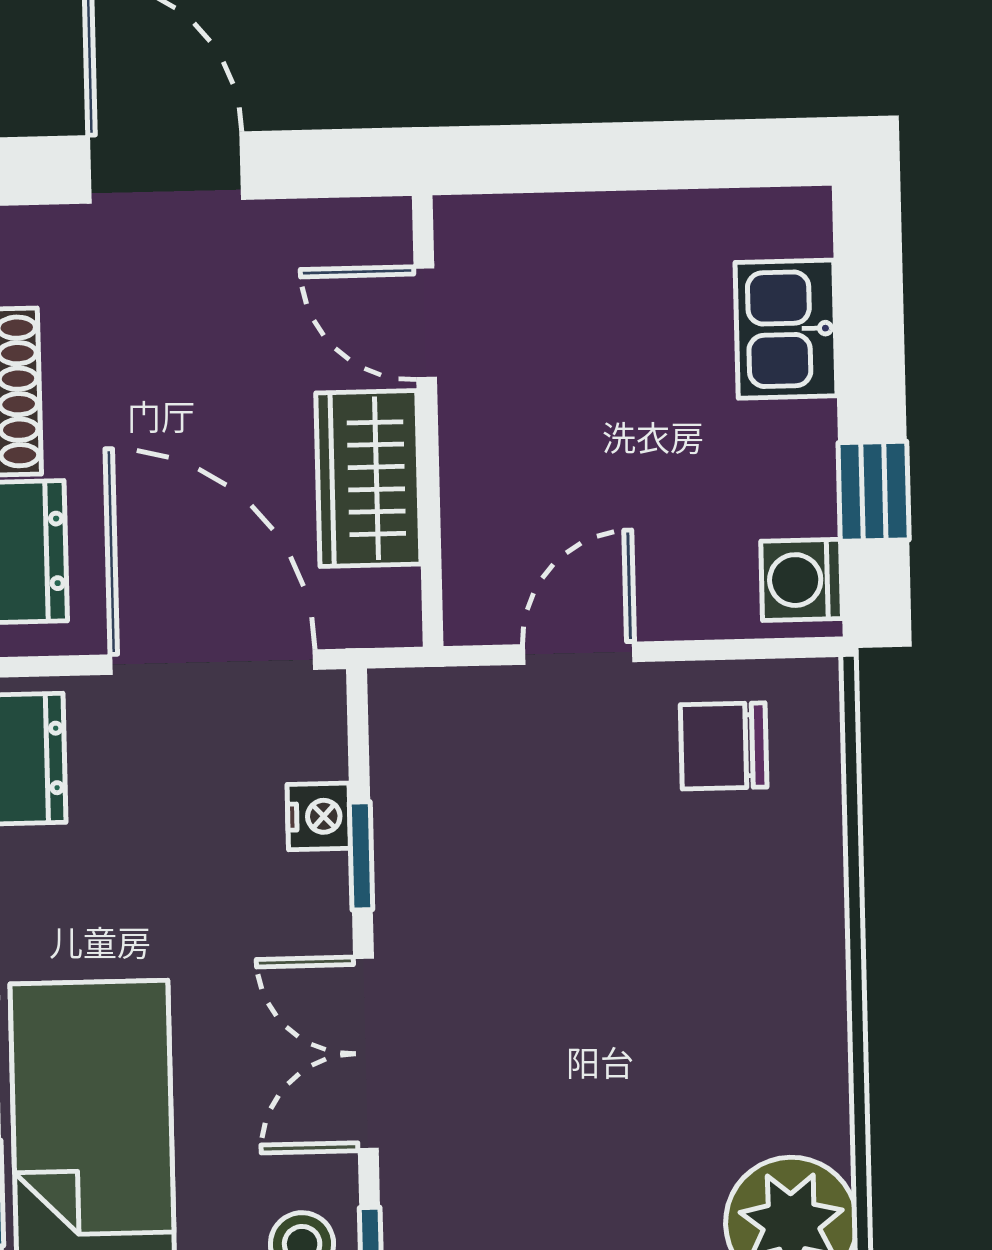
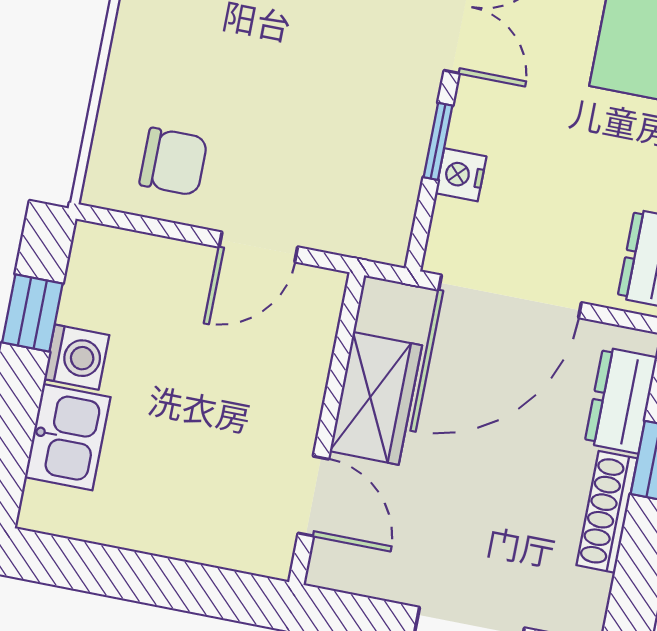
washing machine: (802, 580) -> (77, 357), moved
door: (213, 662) -> (510, 296), hinge flipped

